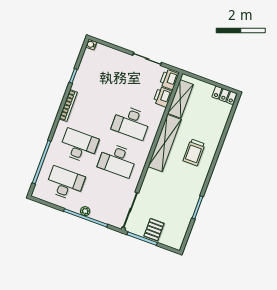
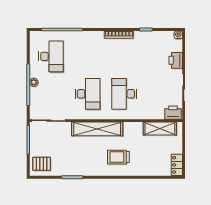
printer: (163, 97) -> (176, 60), moved, turned -90
shelving: (165, 143) -> (97, 129), moved
desk: (79, 146) -> (88, 56), removed
desk: (117, 160) -> (88, 94), turned 180
pallet: (154, 230) -> (42, 164), moved

